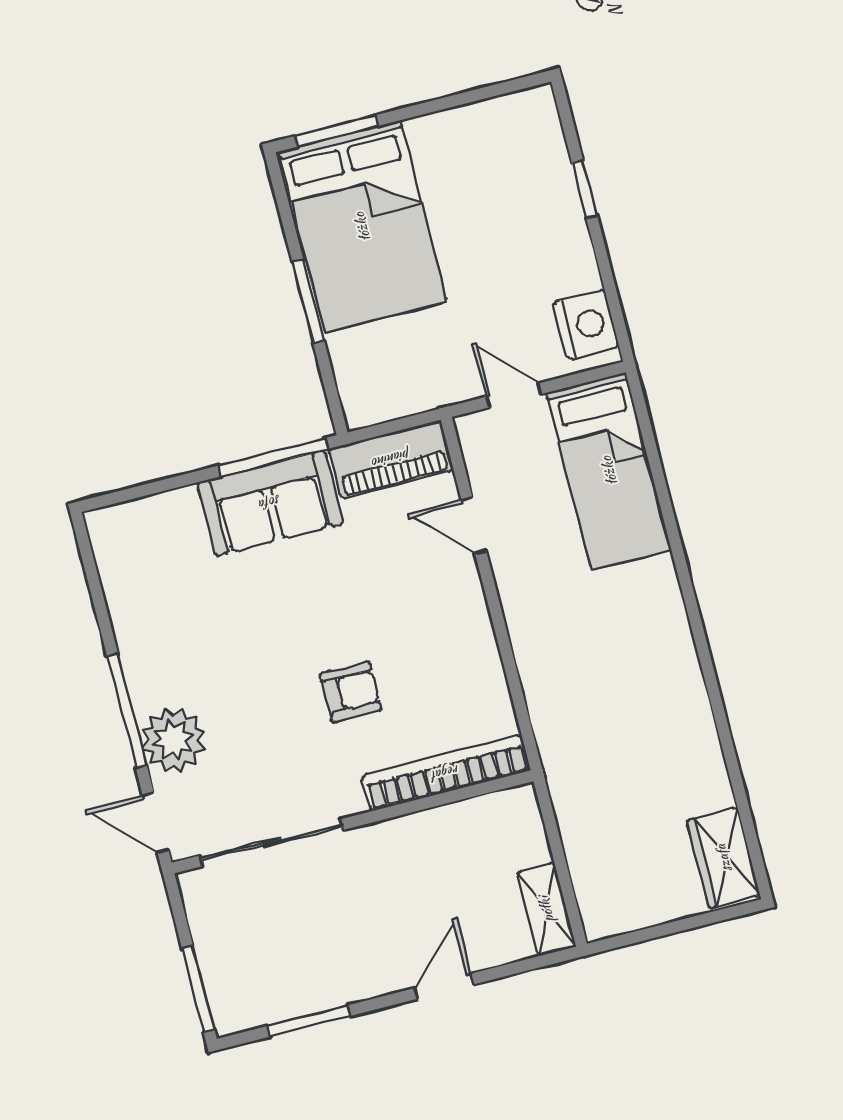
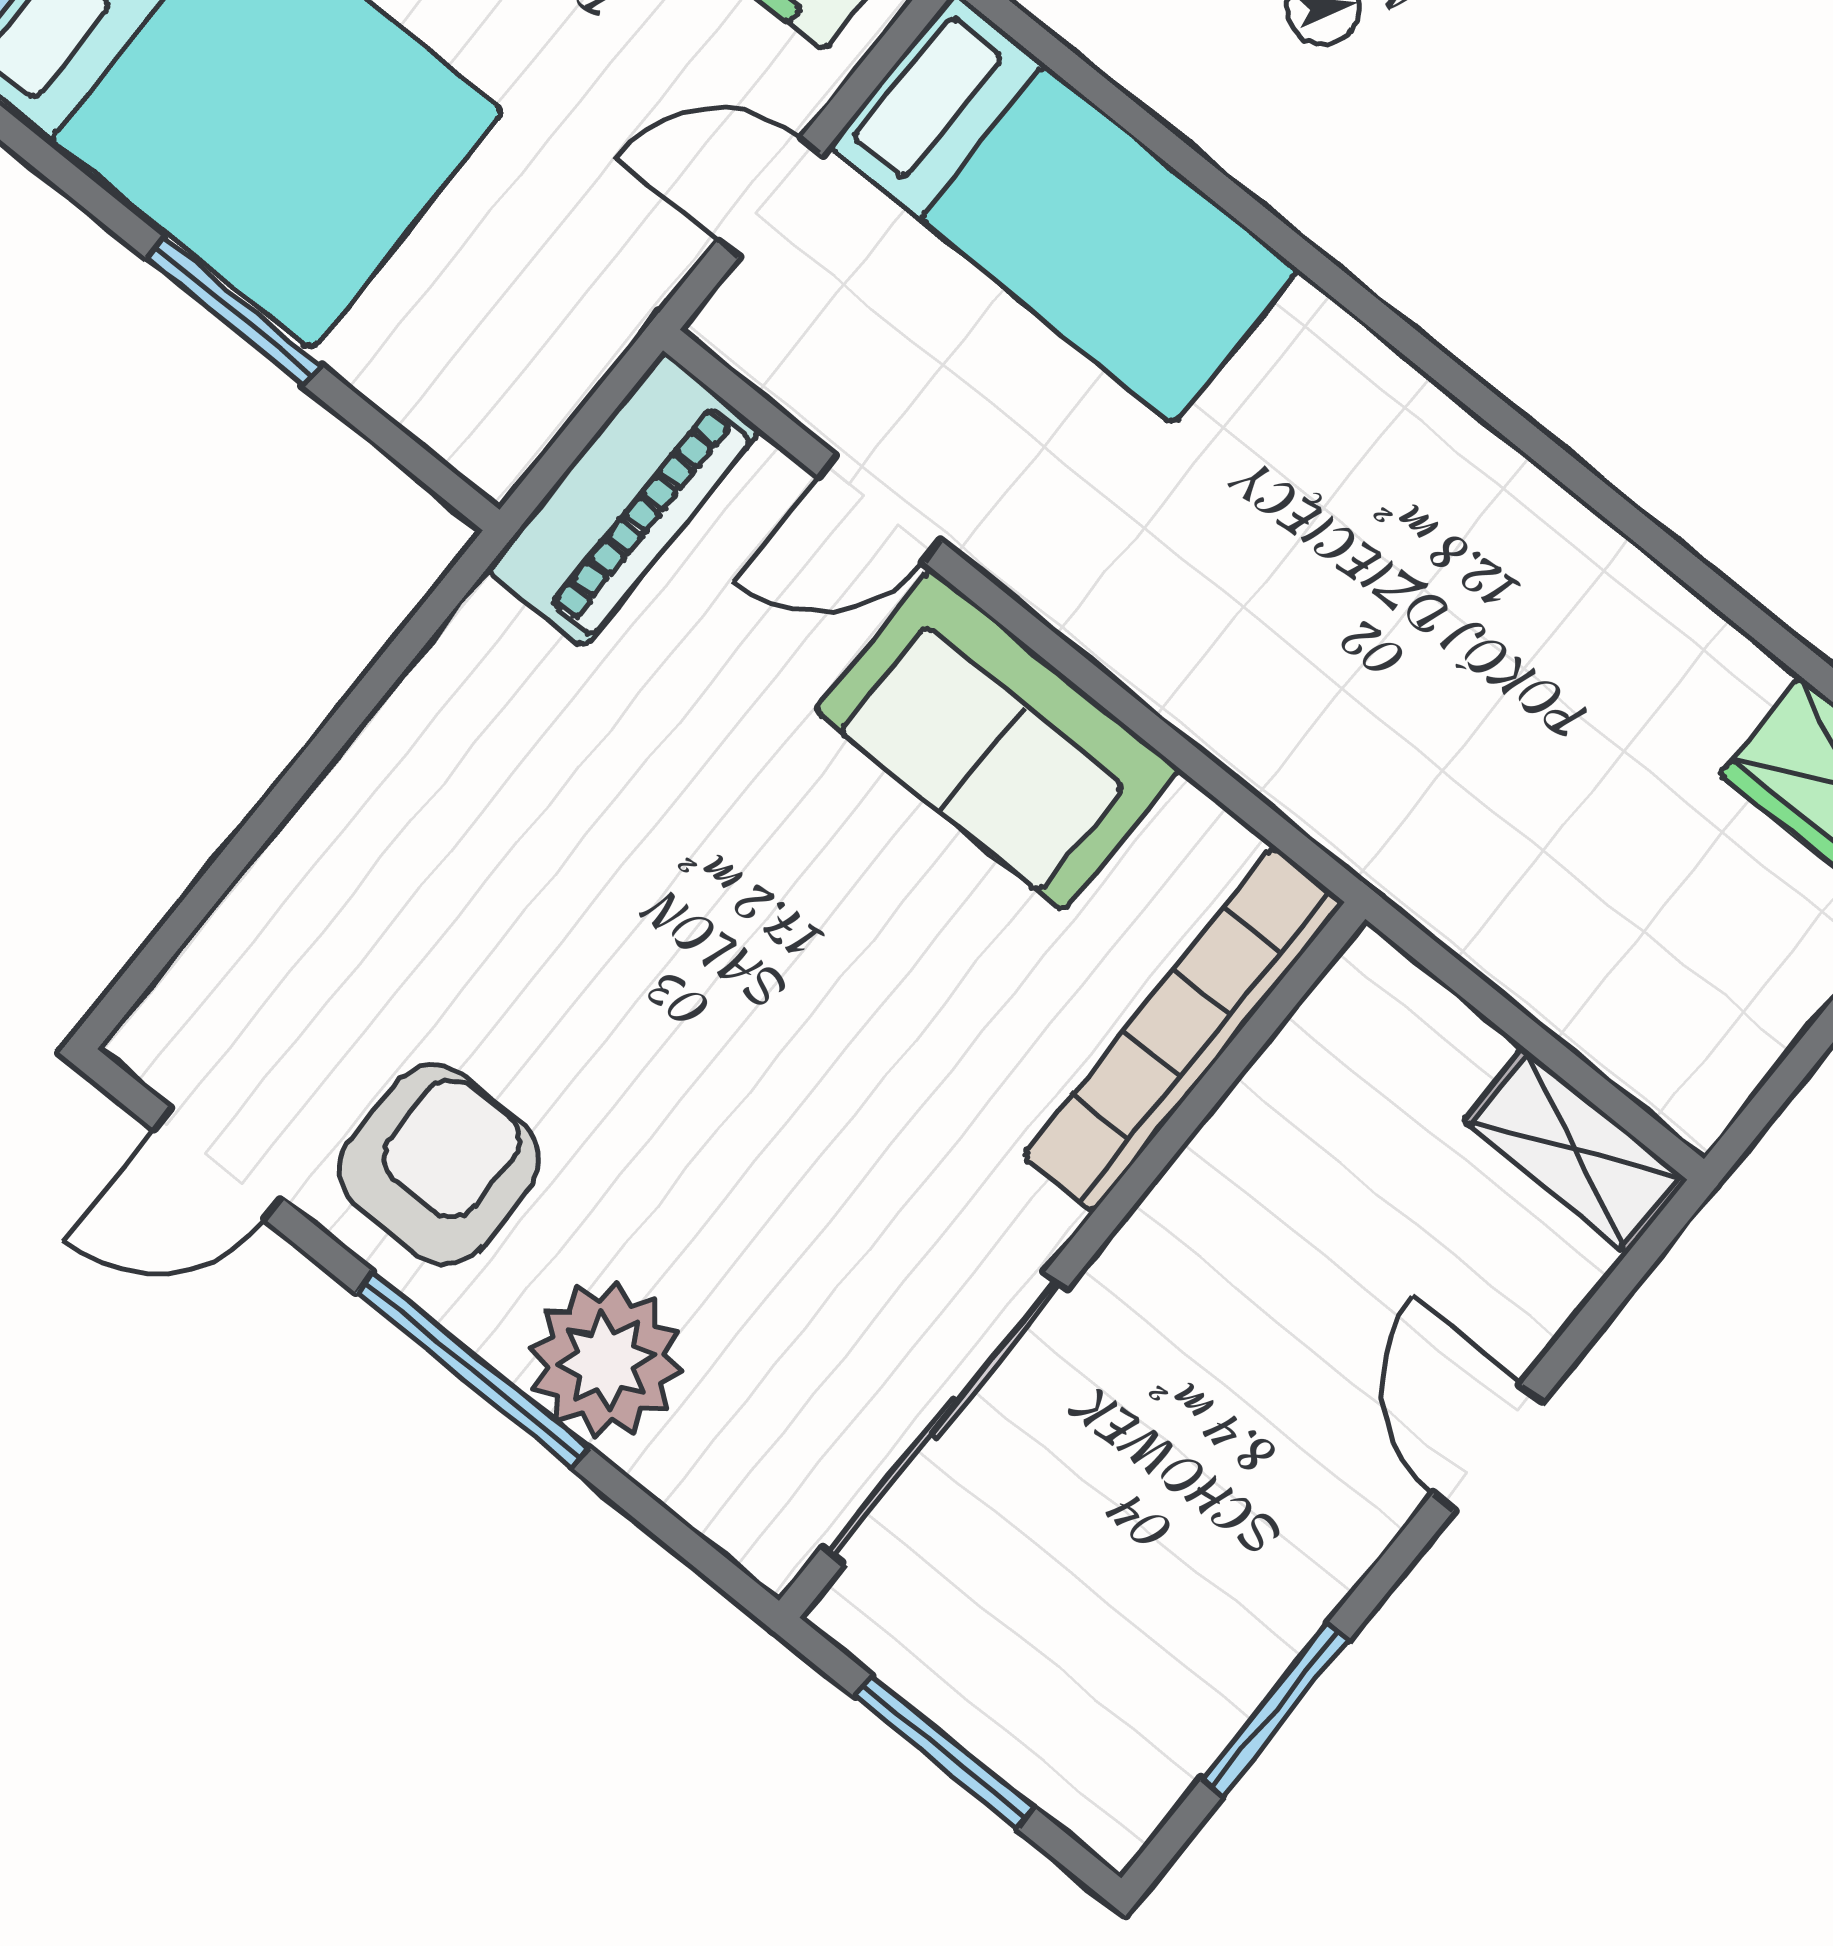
window: (273, 457) -> (391, 665), removed
sofa: (270, 503) -> (997, 740), moved, turned 90
armchair: (351, 692) -> (439, 1164), moved, width x1.38, depth x1.38
door: (156, 823) -> (218, 1164), moved
window: (198, 989) -> (945, 1752), moved

